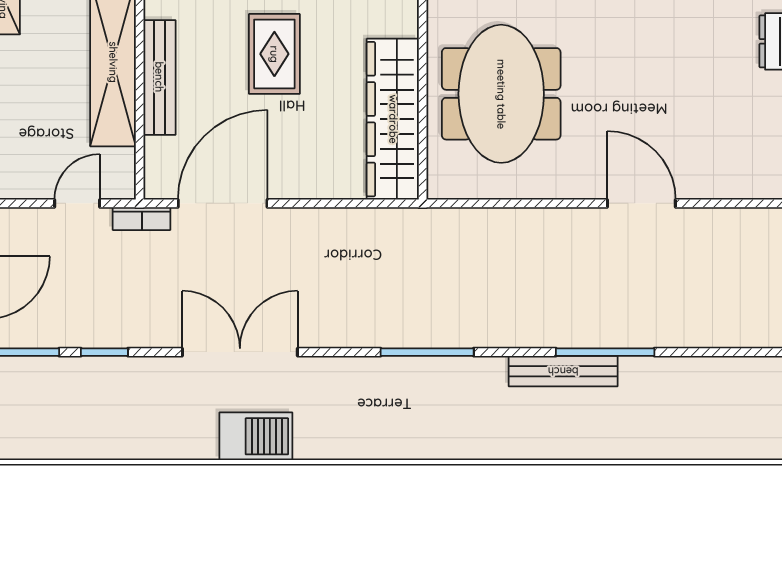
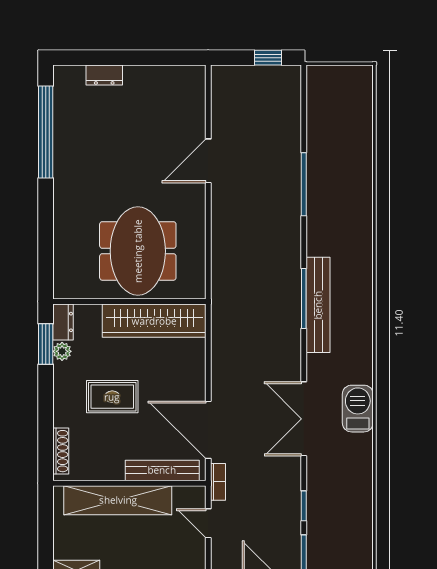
bench: (159, 77) -> (162, 470), moved
meeting table: (501, 94) -> (138, 251), turned 90
bench: (563, 371) -> (318, 305), moved, width x1.37, depth x1.21

